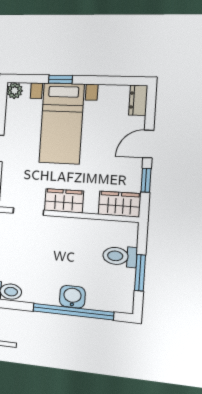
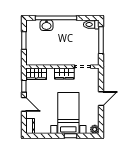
door: (148, 144) -> (24, 104), hinge flipped
toilet: (120, 256) -> (34, 48), removed
washbasin: (72, 297) -> (46, 25), moved

